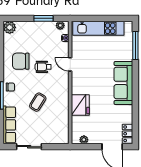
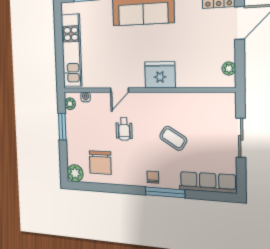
chair: (21, 61) -> (100, 163), moved
fridge: (80, 105) -> (160, 75), moved
sliding door: (29, 147) -> (241, 138), moved

